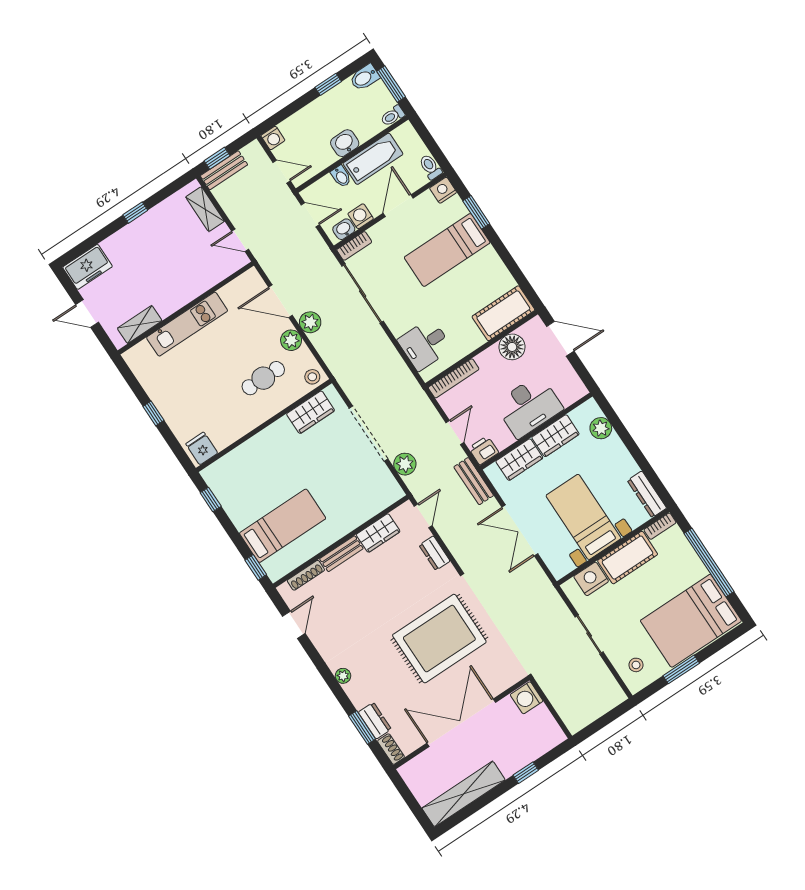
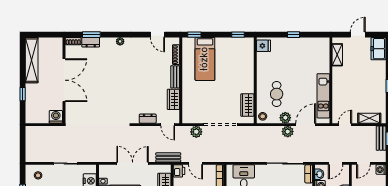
kitchen unit: (187, 324) -> (323, 96), moved
rug: (439, 639) -> (108, 95), removed

